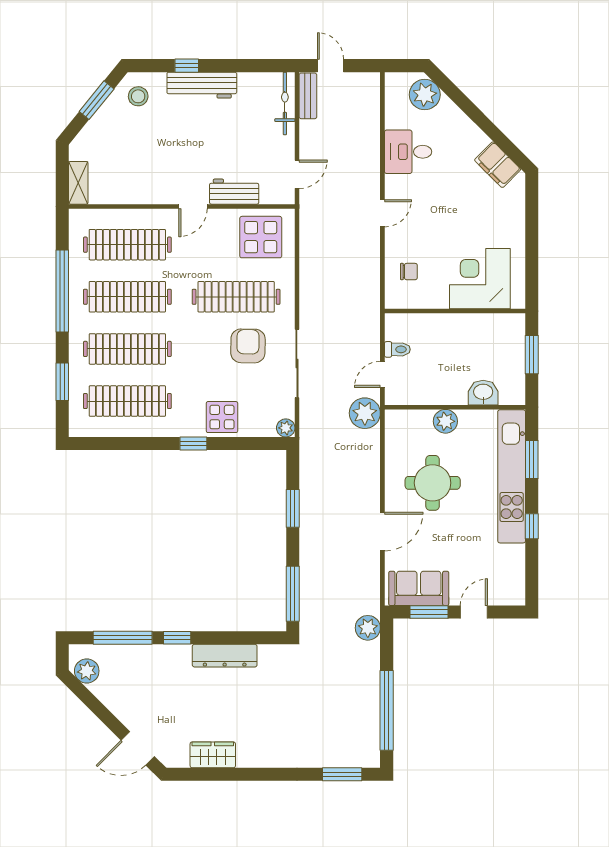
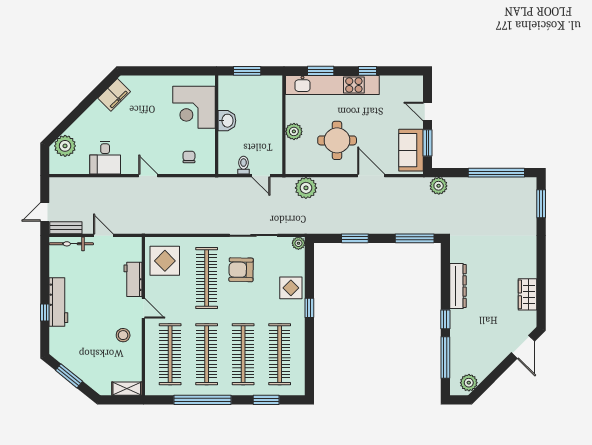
stool: (138, 96) -> (123, 335), moved
door: (297, 174) -> (103, 235), moved
washbasin: (483, 393) -> (227, 121), moved, turned 180
plant: (365, 413) -> (306, 188), moved

